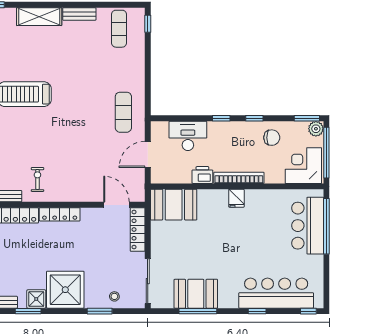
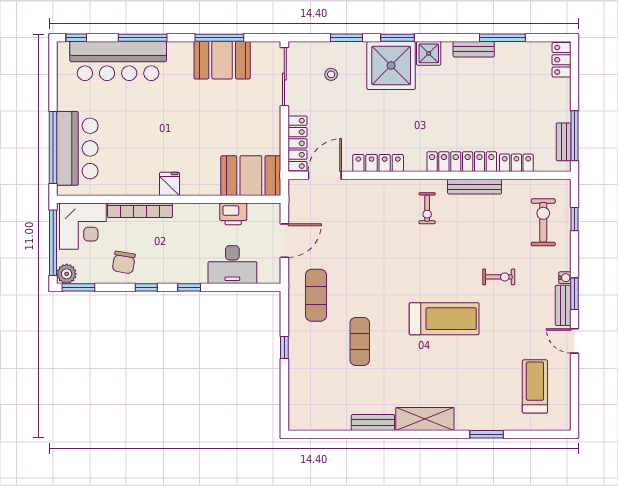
window: (148, 24) -> (284, 347), moved
exercise mat: (119, 29) -> (360, 341), moved
chair: (272, 138) -> (124, 262), turned -81
printer: (202, 175) -> (233, 214), moved
bookcase: (239, 178) -> (140, 210), moved
door: (116, 205) -> (325, 175), swing flipped
locker: (60, 214) -> (378, 163), moved
stool: (114, 296) -> (331, 74), moved
window: (28, 311) -> (398, 38), moved
window: (257, 311) -> (143, 38), width x2.17

